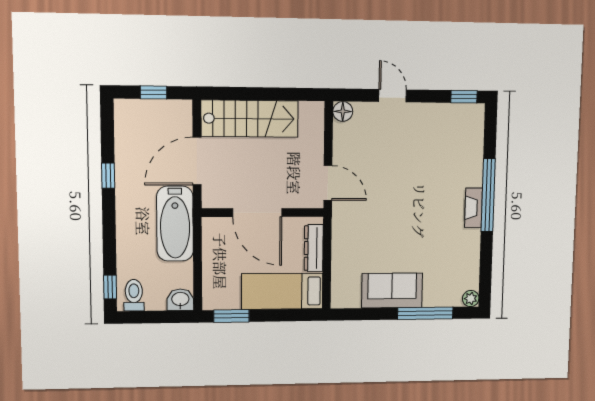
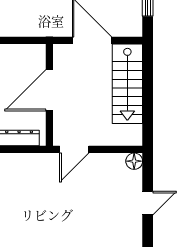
bathtub: (175, 224) -> (40, 22), removed

